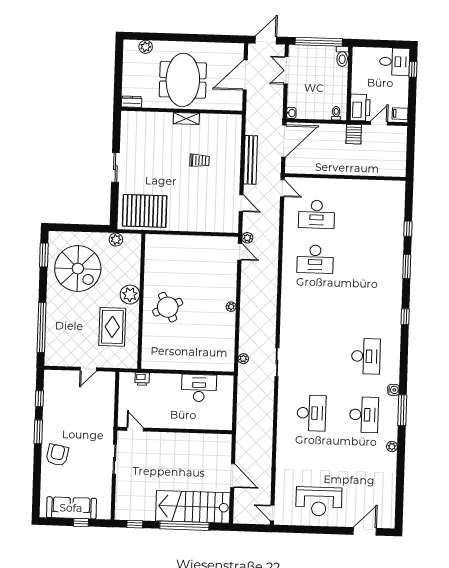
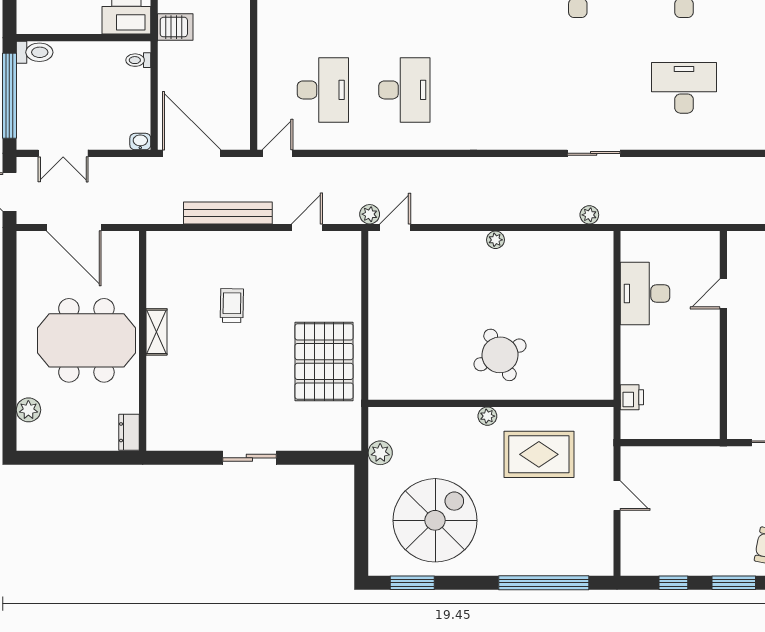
pallet: (145, 211) -> (324, 361), moved
plant: (130, 295) -> (487, 416), width x0.53, depth x0.53
door: (135, 429) -> (723, 294), moved

